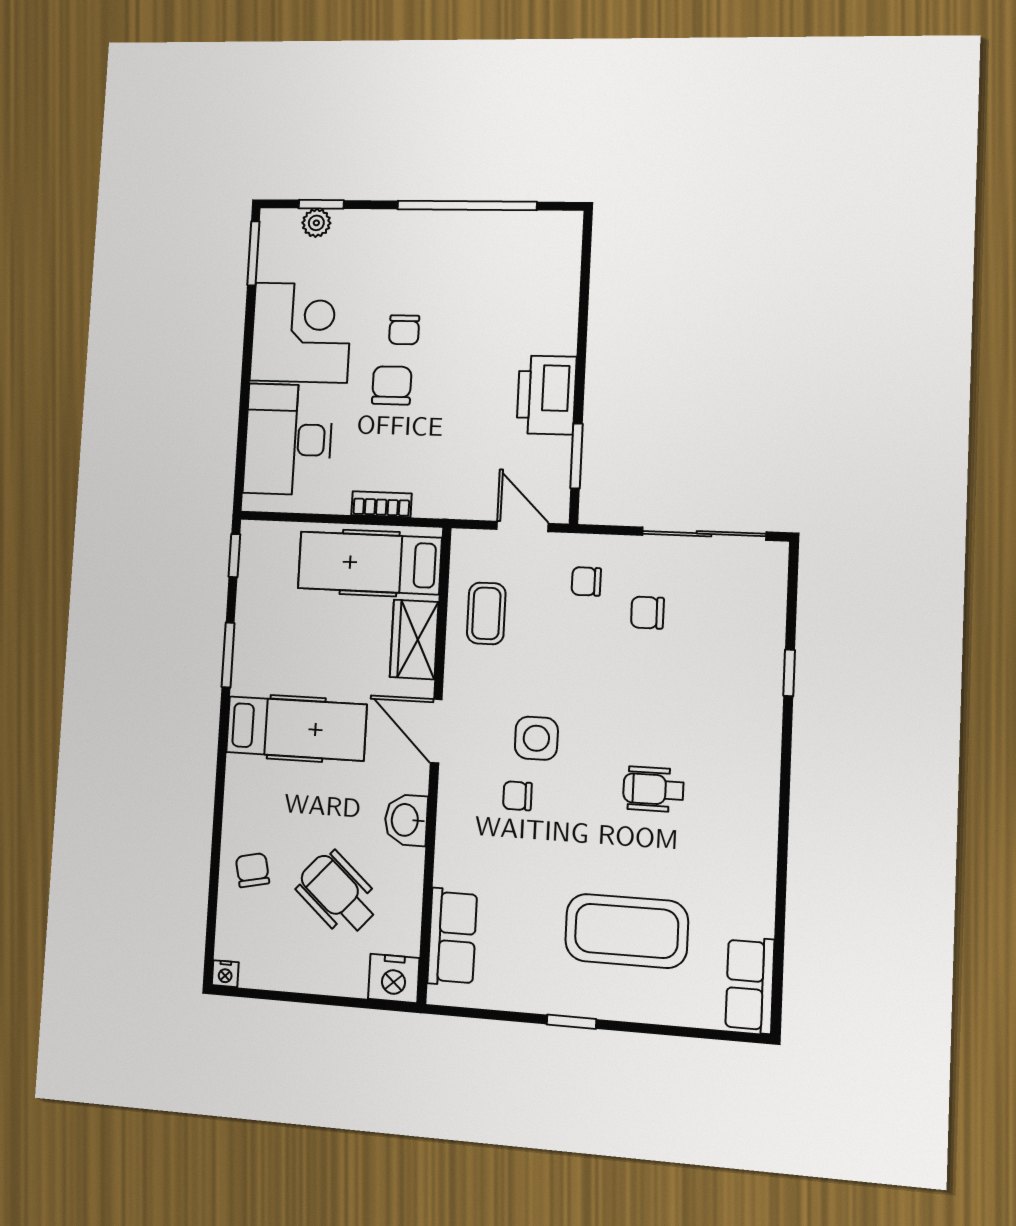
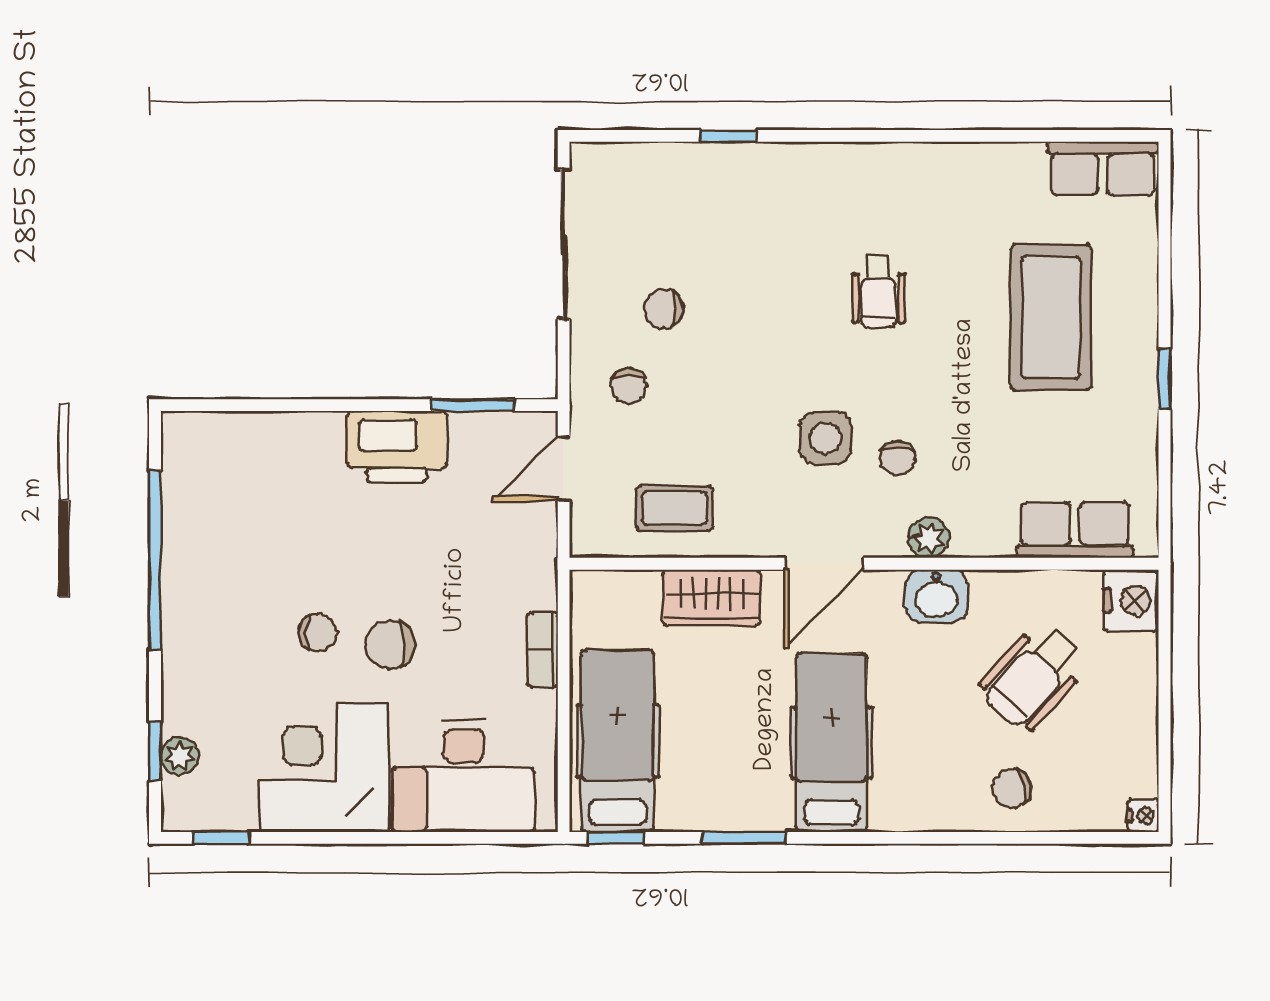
window: (253, 253) -> (221, 838), width x0.67
hospital bed: (370, 563) -> (618, 741), moved, turned 180
chair: (647, 613) -> (664, 309), turned 90
plant: (452, 817) -> (929, 538), added

